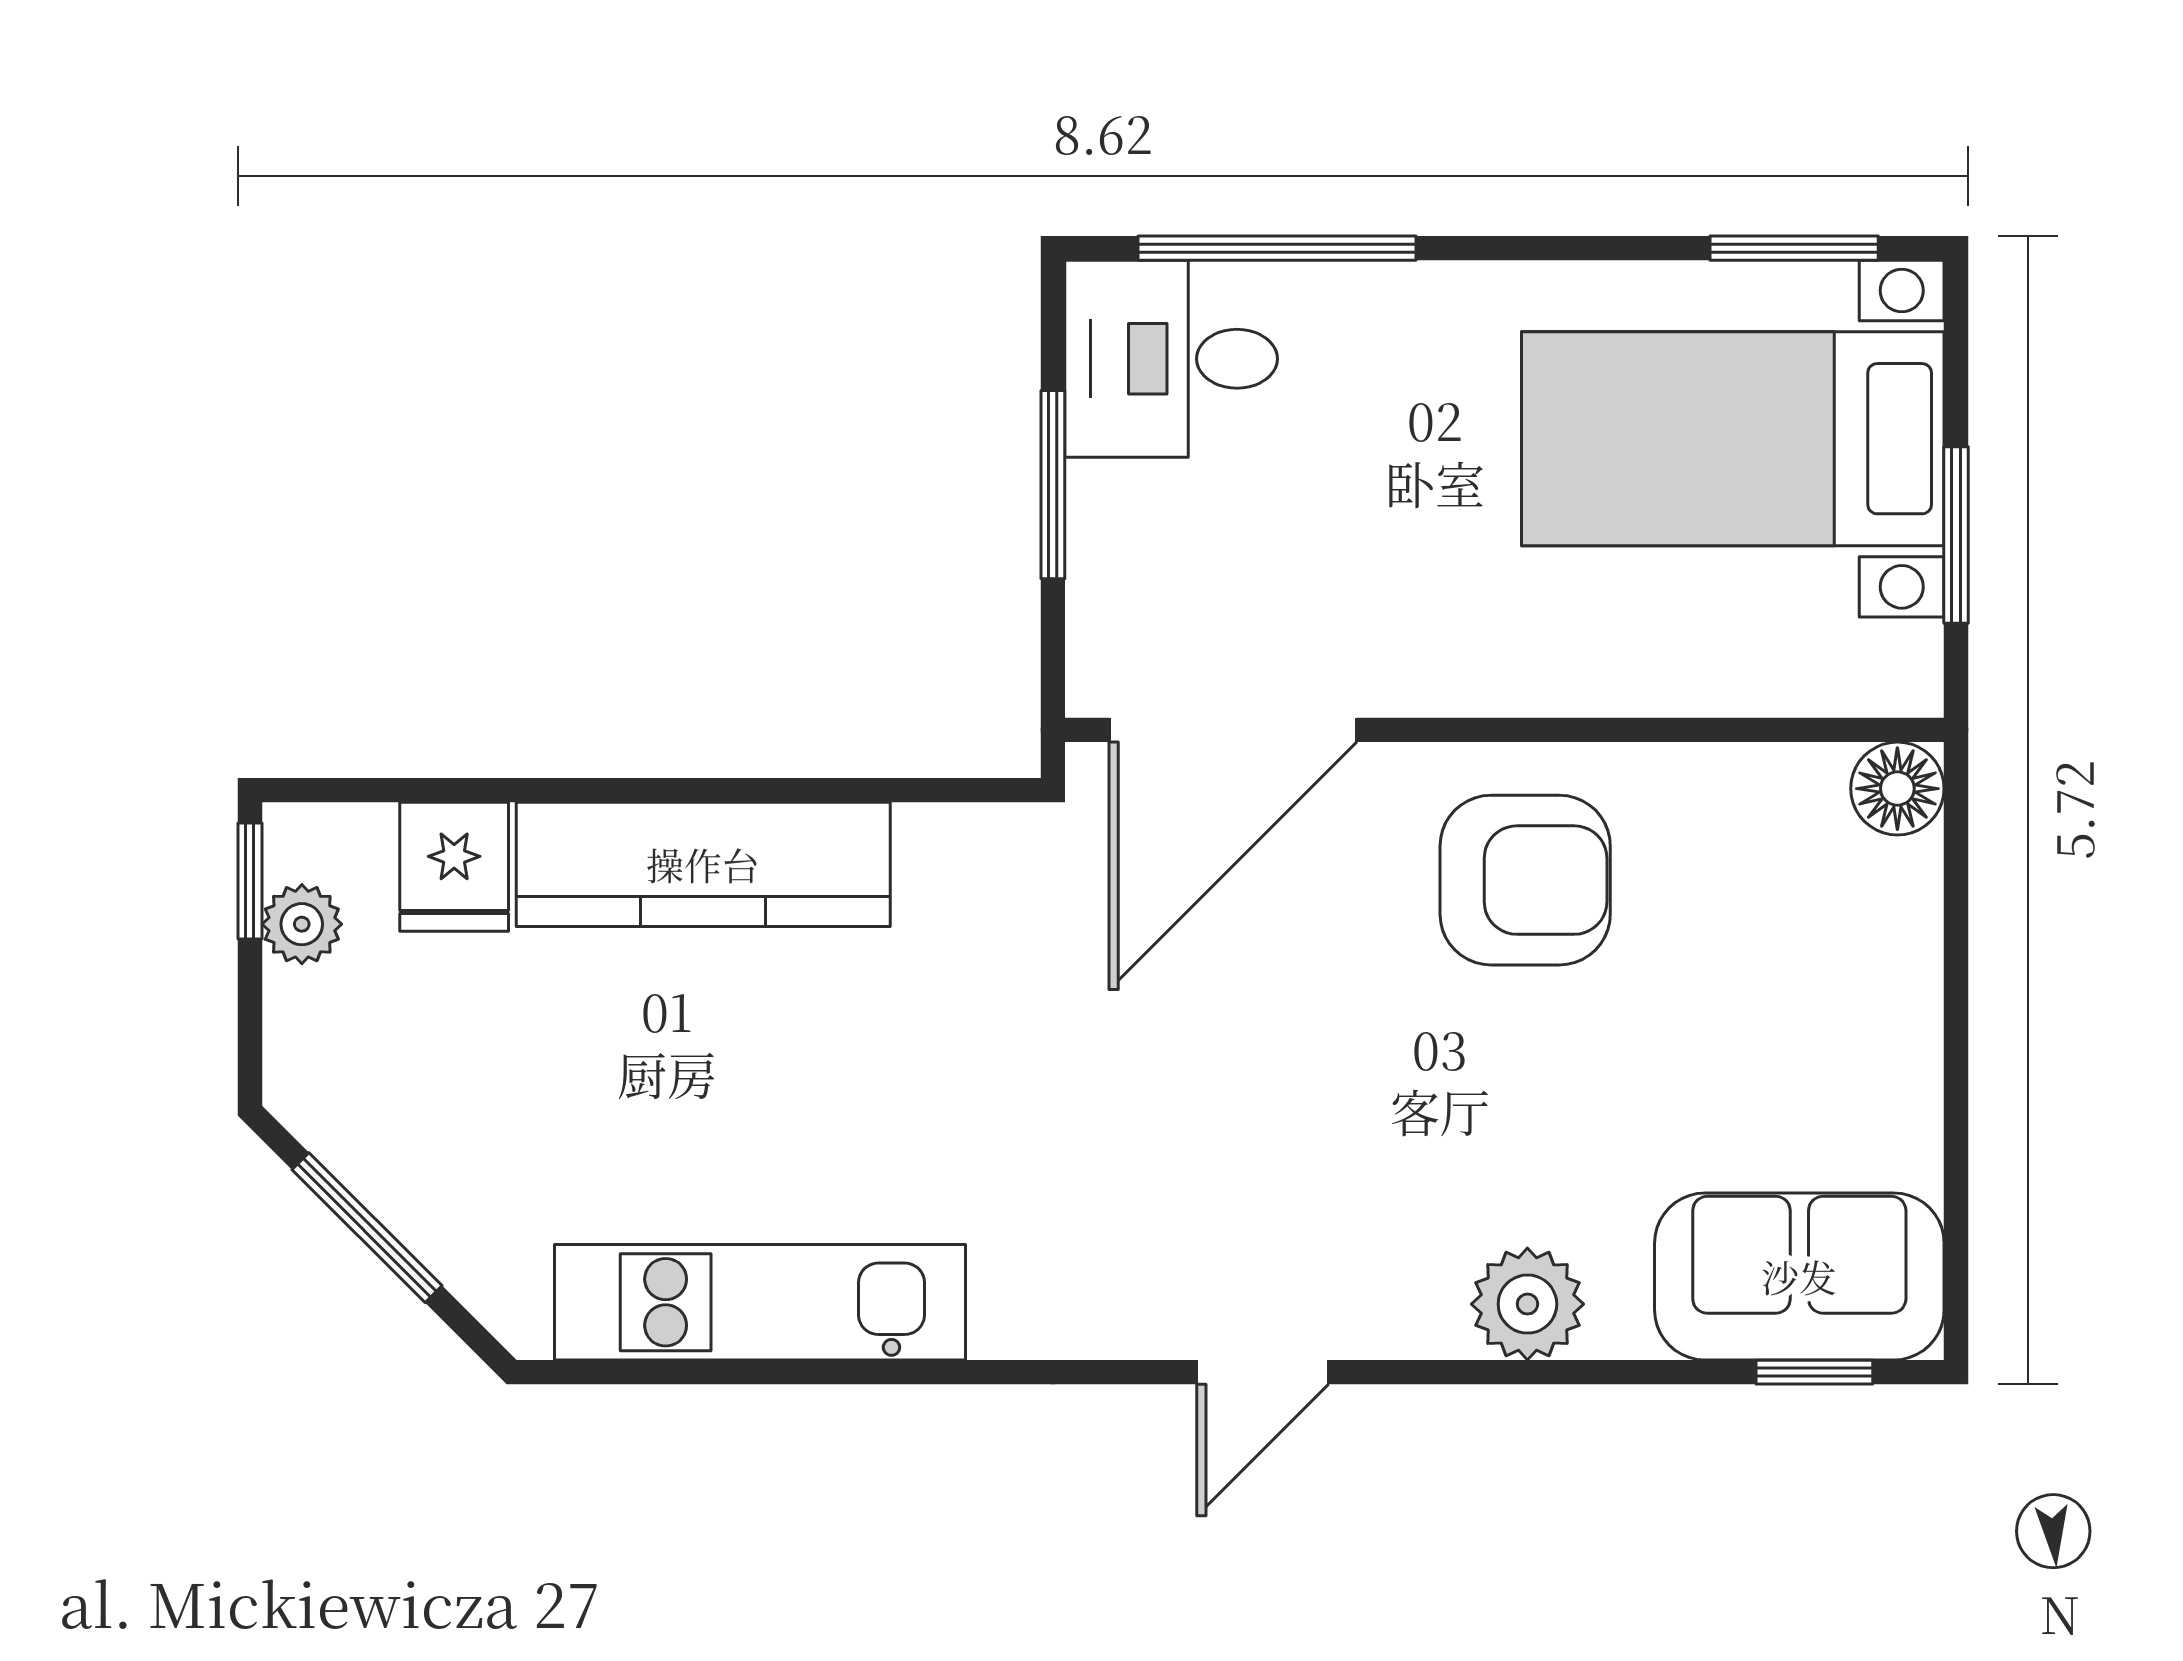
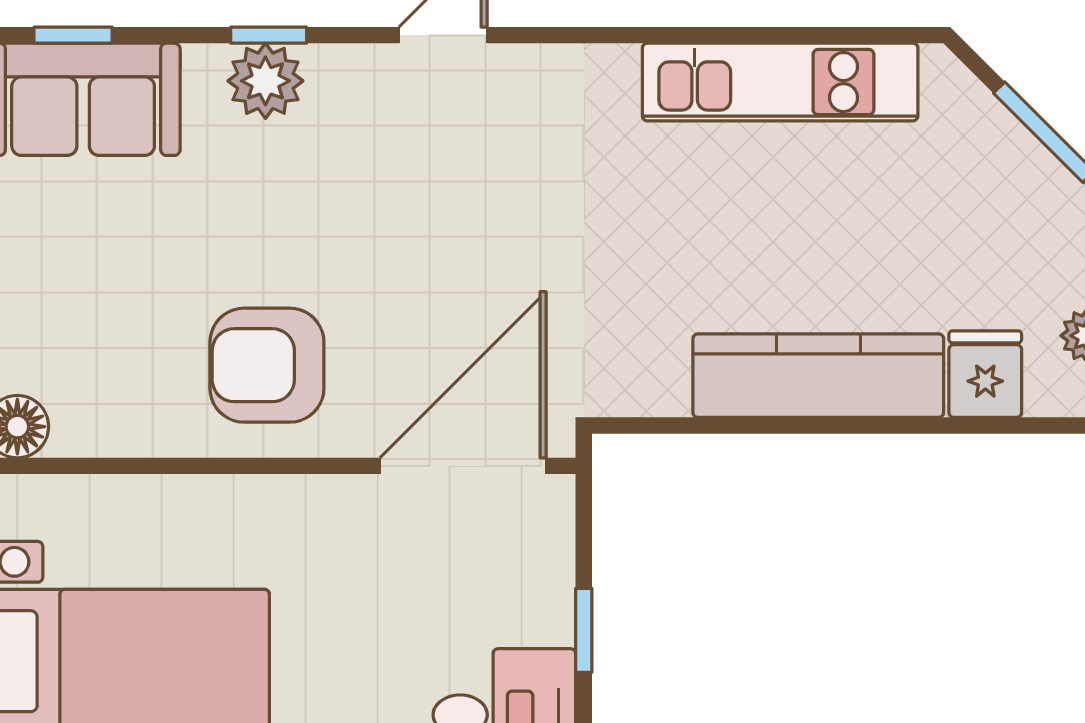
window: (1053, 485) -> (584, 630), width x0.67
window: (1523, 1372) -> (269, 35), added

